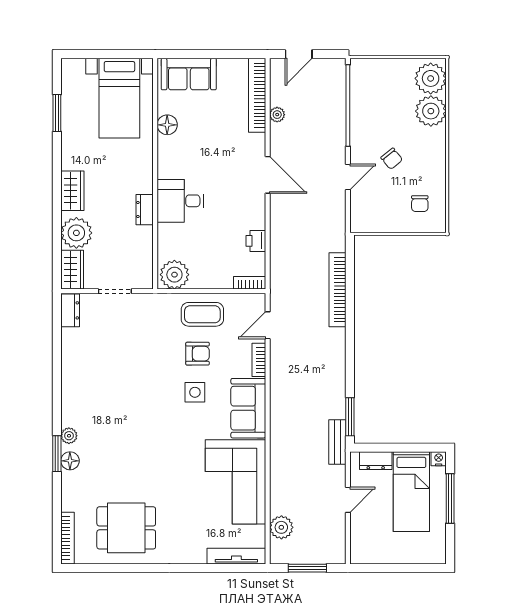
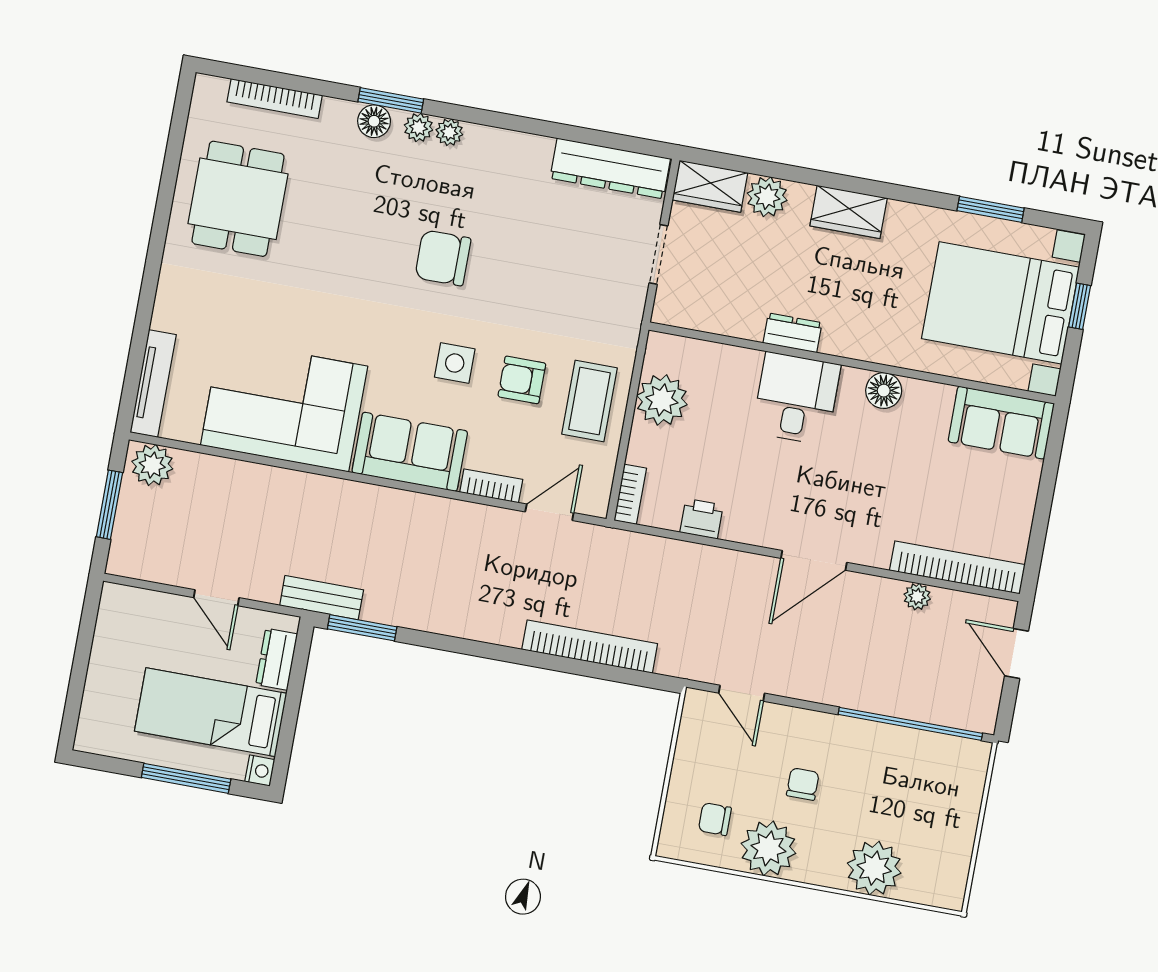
window: (101, 54) -> (1080, 306), added
sofa: (189, 74) -> (1001, 423), moved, turned -90
plant: (431, 78) -> (768, 848), moved
bed with nightstands: (119, 98) -> (1000, 303), width x1.36
floor lamp: (167, 125) -> (884, 391), moved
chair: (392, 159) -> (803, 784), turned 129
door: (348, 177) -> (742, 693), moved
plant: (76, 233) -> (767, 197), width x0.73, depth x0.73
plant: (174, 275) -> (662, 400), moved
dresser: (70, 310) -> (610, 168), width x1.96, depth x1.24
door: (268, 325) -> (549, 512), hinge flipped
armchair: (198, 354) -> (522, 380), turned 90
chair: (138, 409) -> (443, 258), added
plant: (68, 418) -> (449, 132), added
plant: (281, 527) -> (152, 465), moved
bookcase: (67, 538) -> (275, 99), moved

